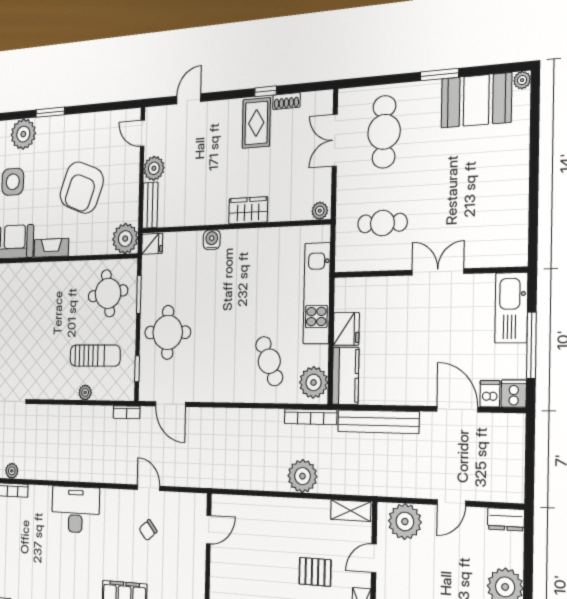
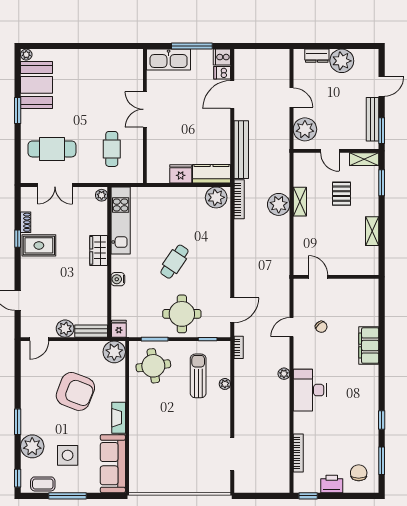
kitchen unit: (317, 293) -> (121, 220), moved, turned -90
cafe table: (269, 361) -> (174, 262), moved, turned -33
plant: (12, 471) -> (284, 374), moved
shelving: (351, 511) -> (300, 202), moved
dresser: (506, 519) -> (317, 56), moved, turned 90

